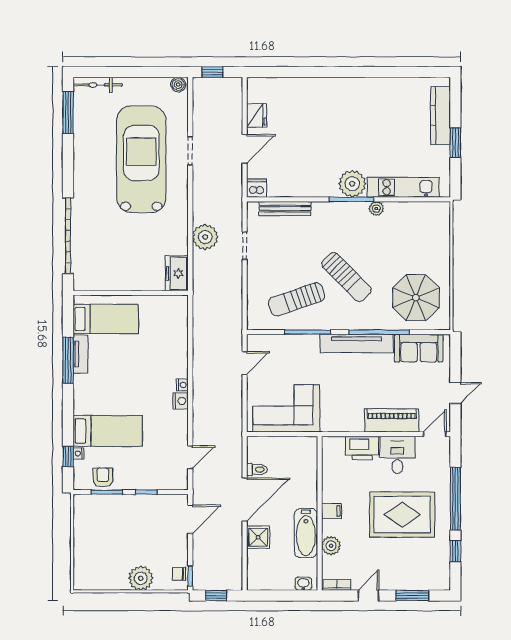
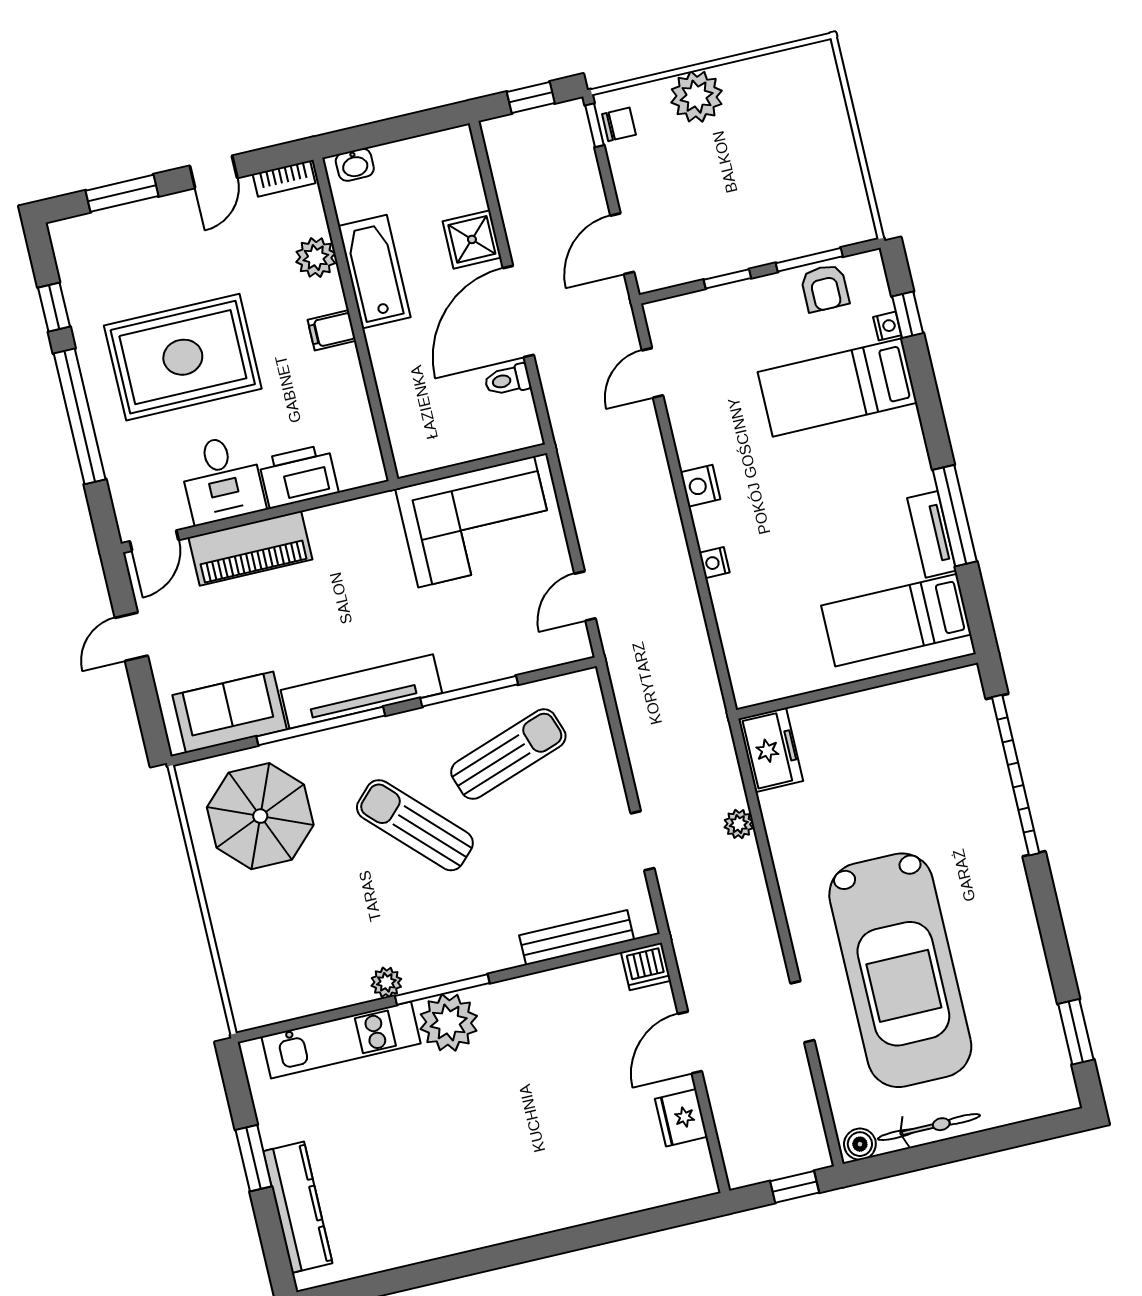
bicycle: (98, 85) -> (929, 1127), moved
window: (68, 113) -> (1076, 1032), width x0.69
plant: (205, 237) -> (739, 824), width x0.53, depth x0.53
nightstand: (182, 385) -> (714, 563), moved

